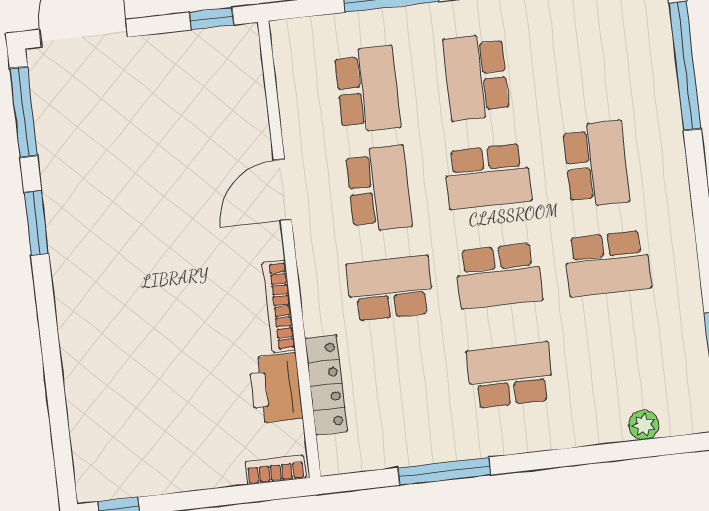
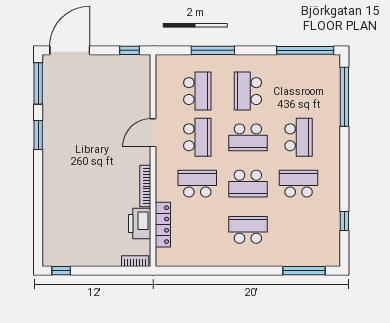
school desk: (608, 263) -> (299, 184), turned 180
plant: (644, 425) -> (307, 260), removed
window: (444, 471) -> (304, 271), moved

